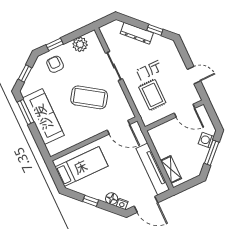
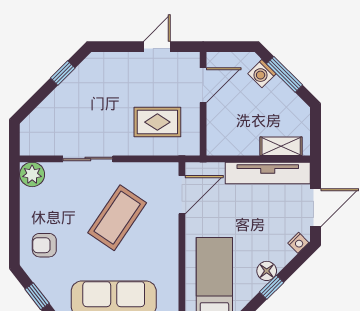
dresser: (137, 33) -> (55, 102), removed
window: (55, 44) -> (14, 232), removed
plant: (80, 44) -> (32, 174), moved
floor lamp: (112, 199) -> (267, 271), moved

